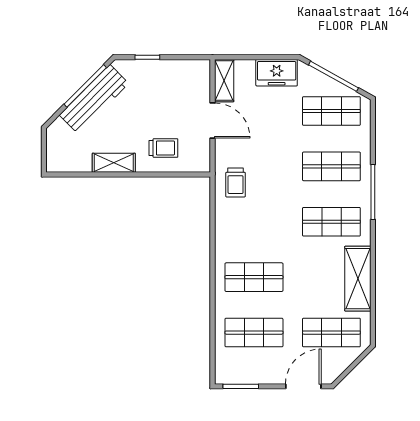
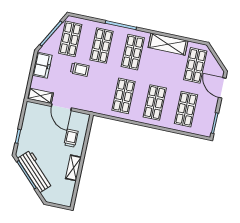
door: (212, 120) -> (61, 107), swing flipped
trolley: (236, 183) -> (80, 69), moved
shop shelf: (254, 222) -> (124, 96), added

